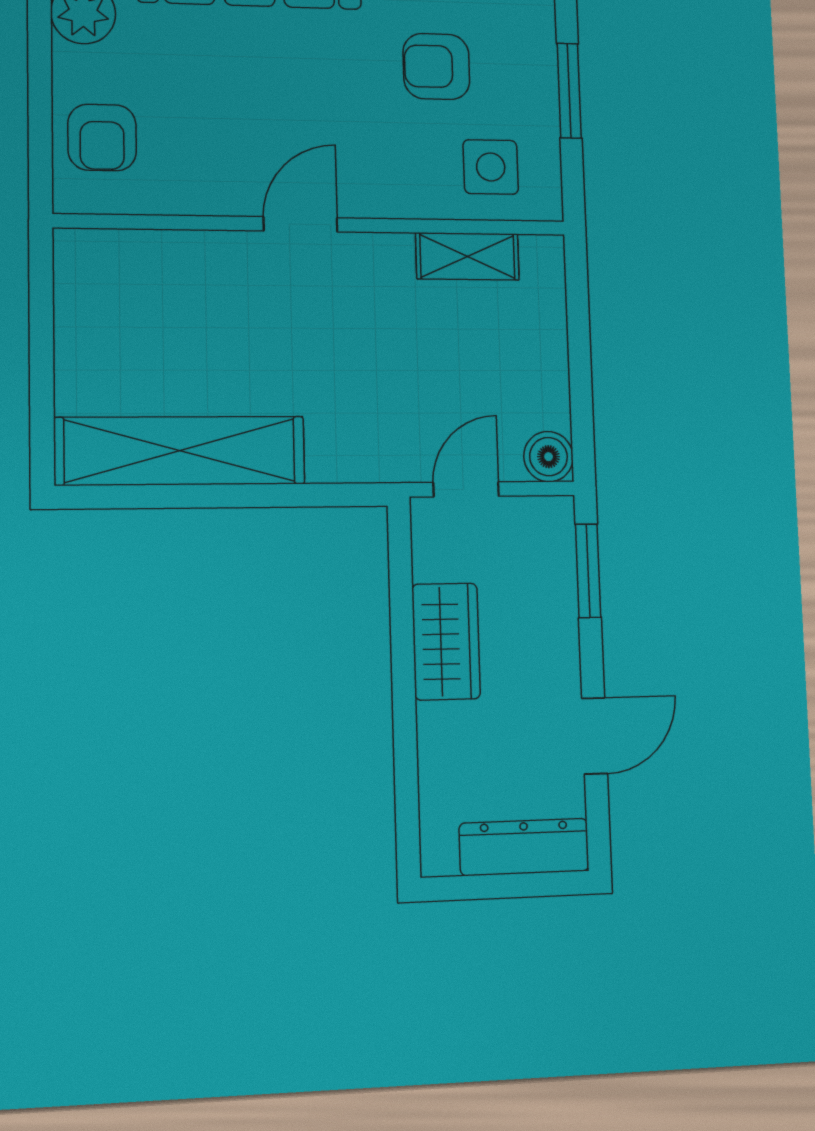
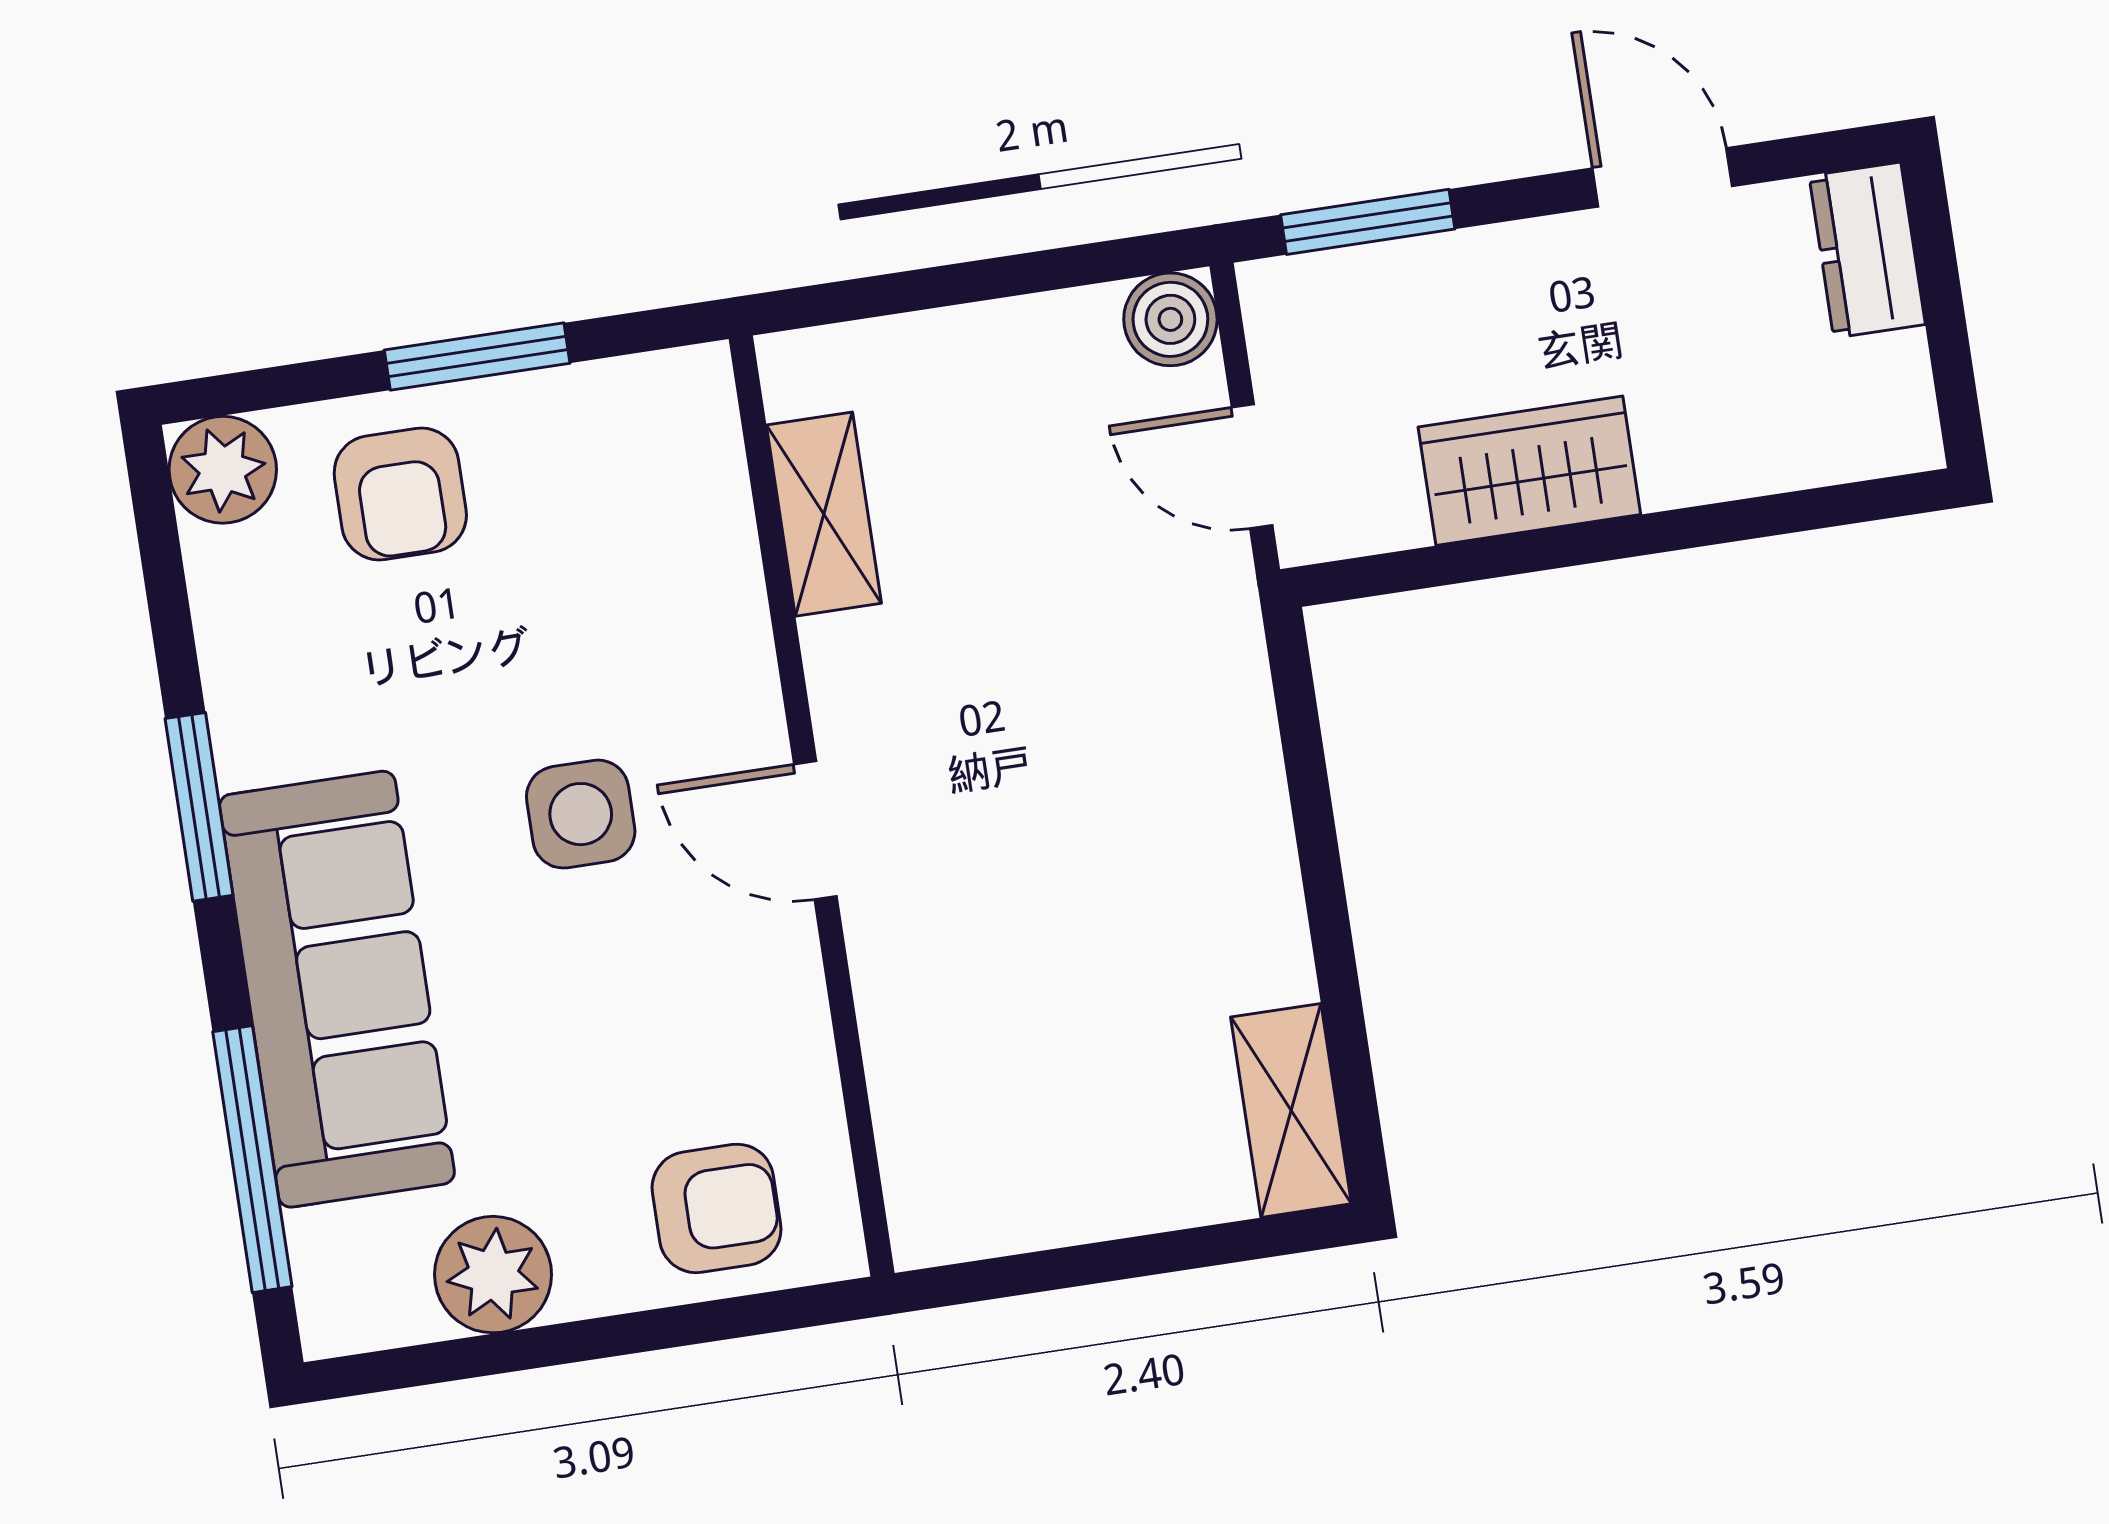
armchair: (436, 66) -> (400, 494), moved
side table: (491, 167) -> (581, 814), moved
shelving: (180, 451) -> (1291, 1110), width x0.45, depth x0.75
dresser: (524, 847) -> (1867, 250), width x0.70

